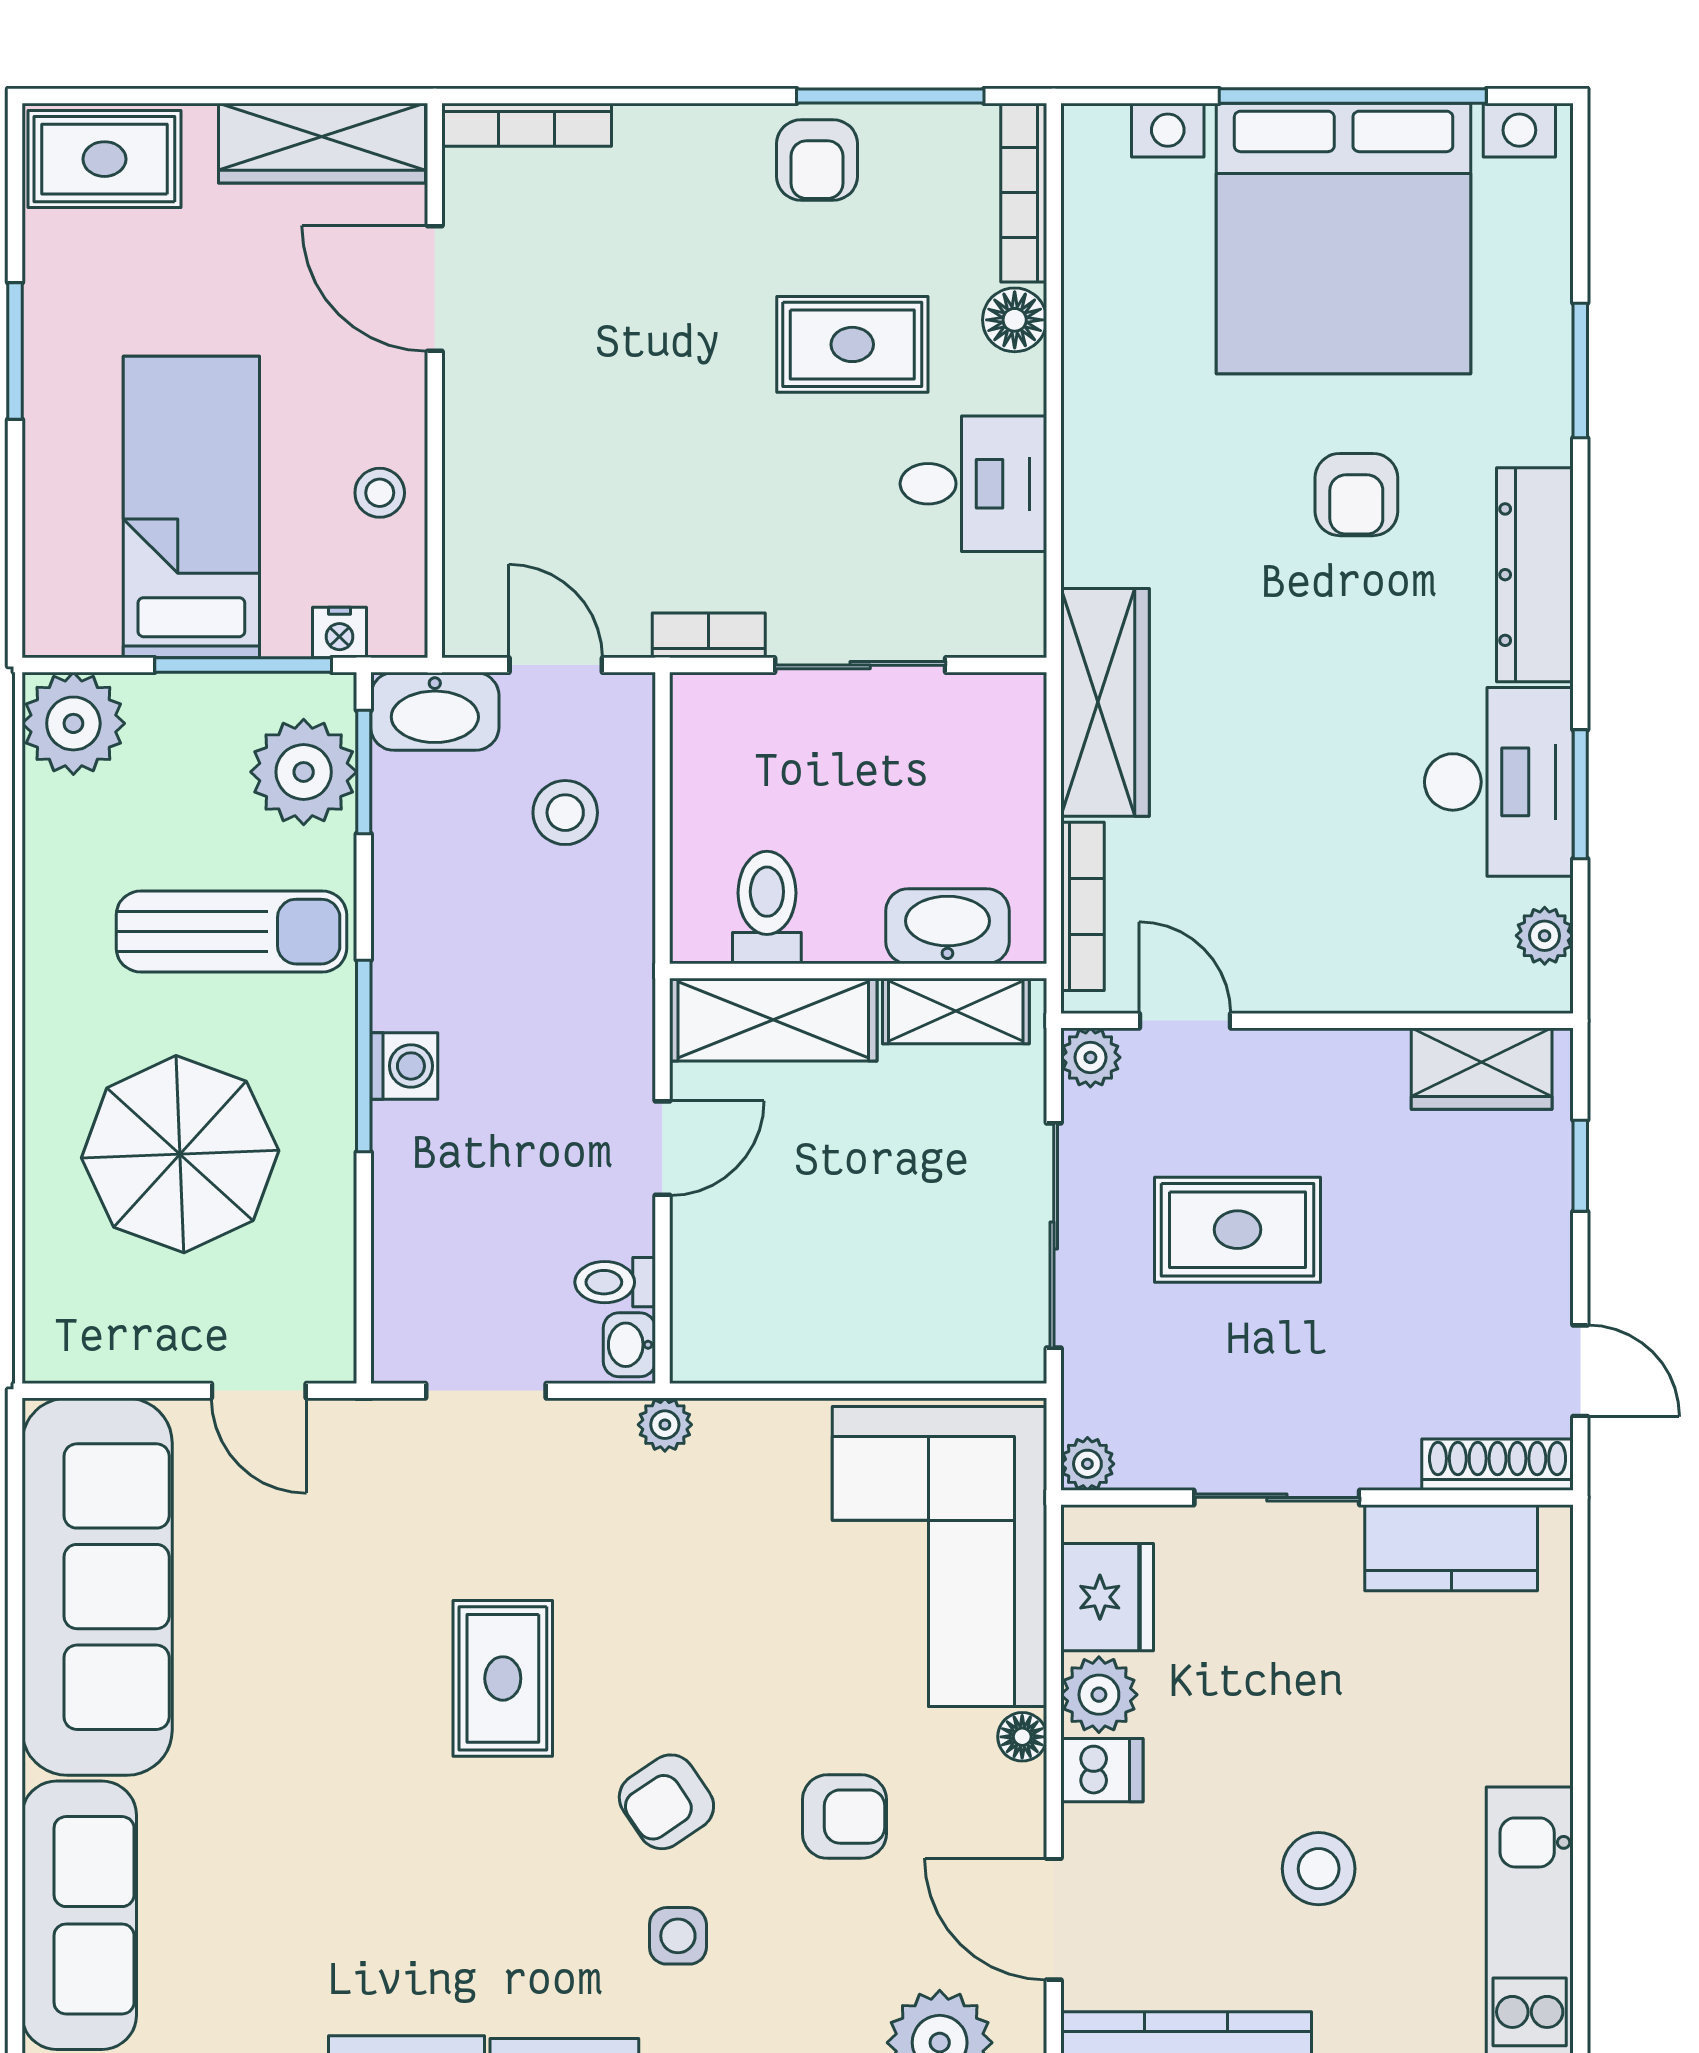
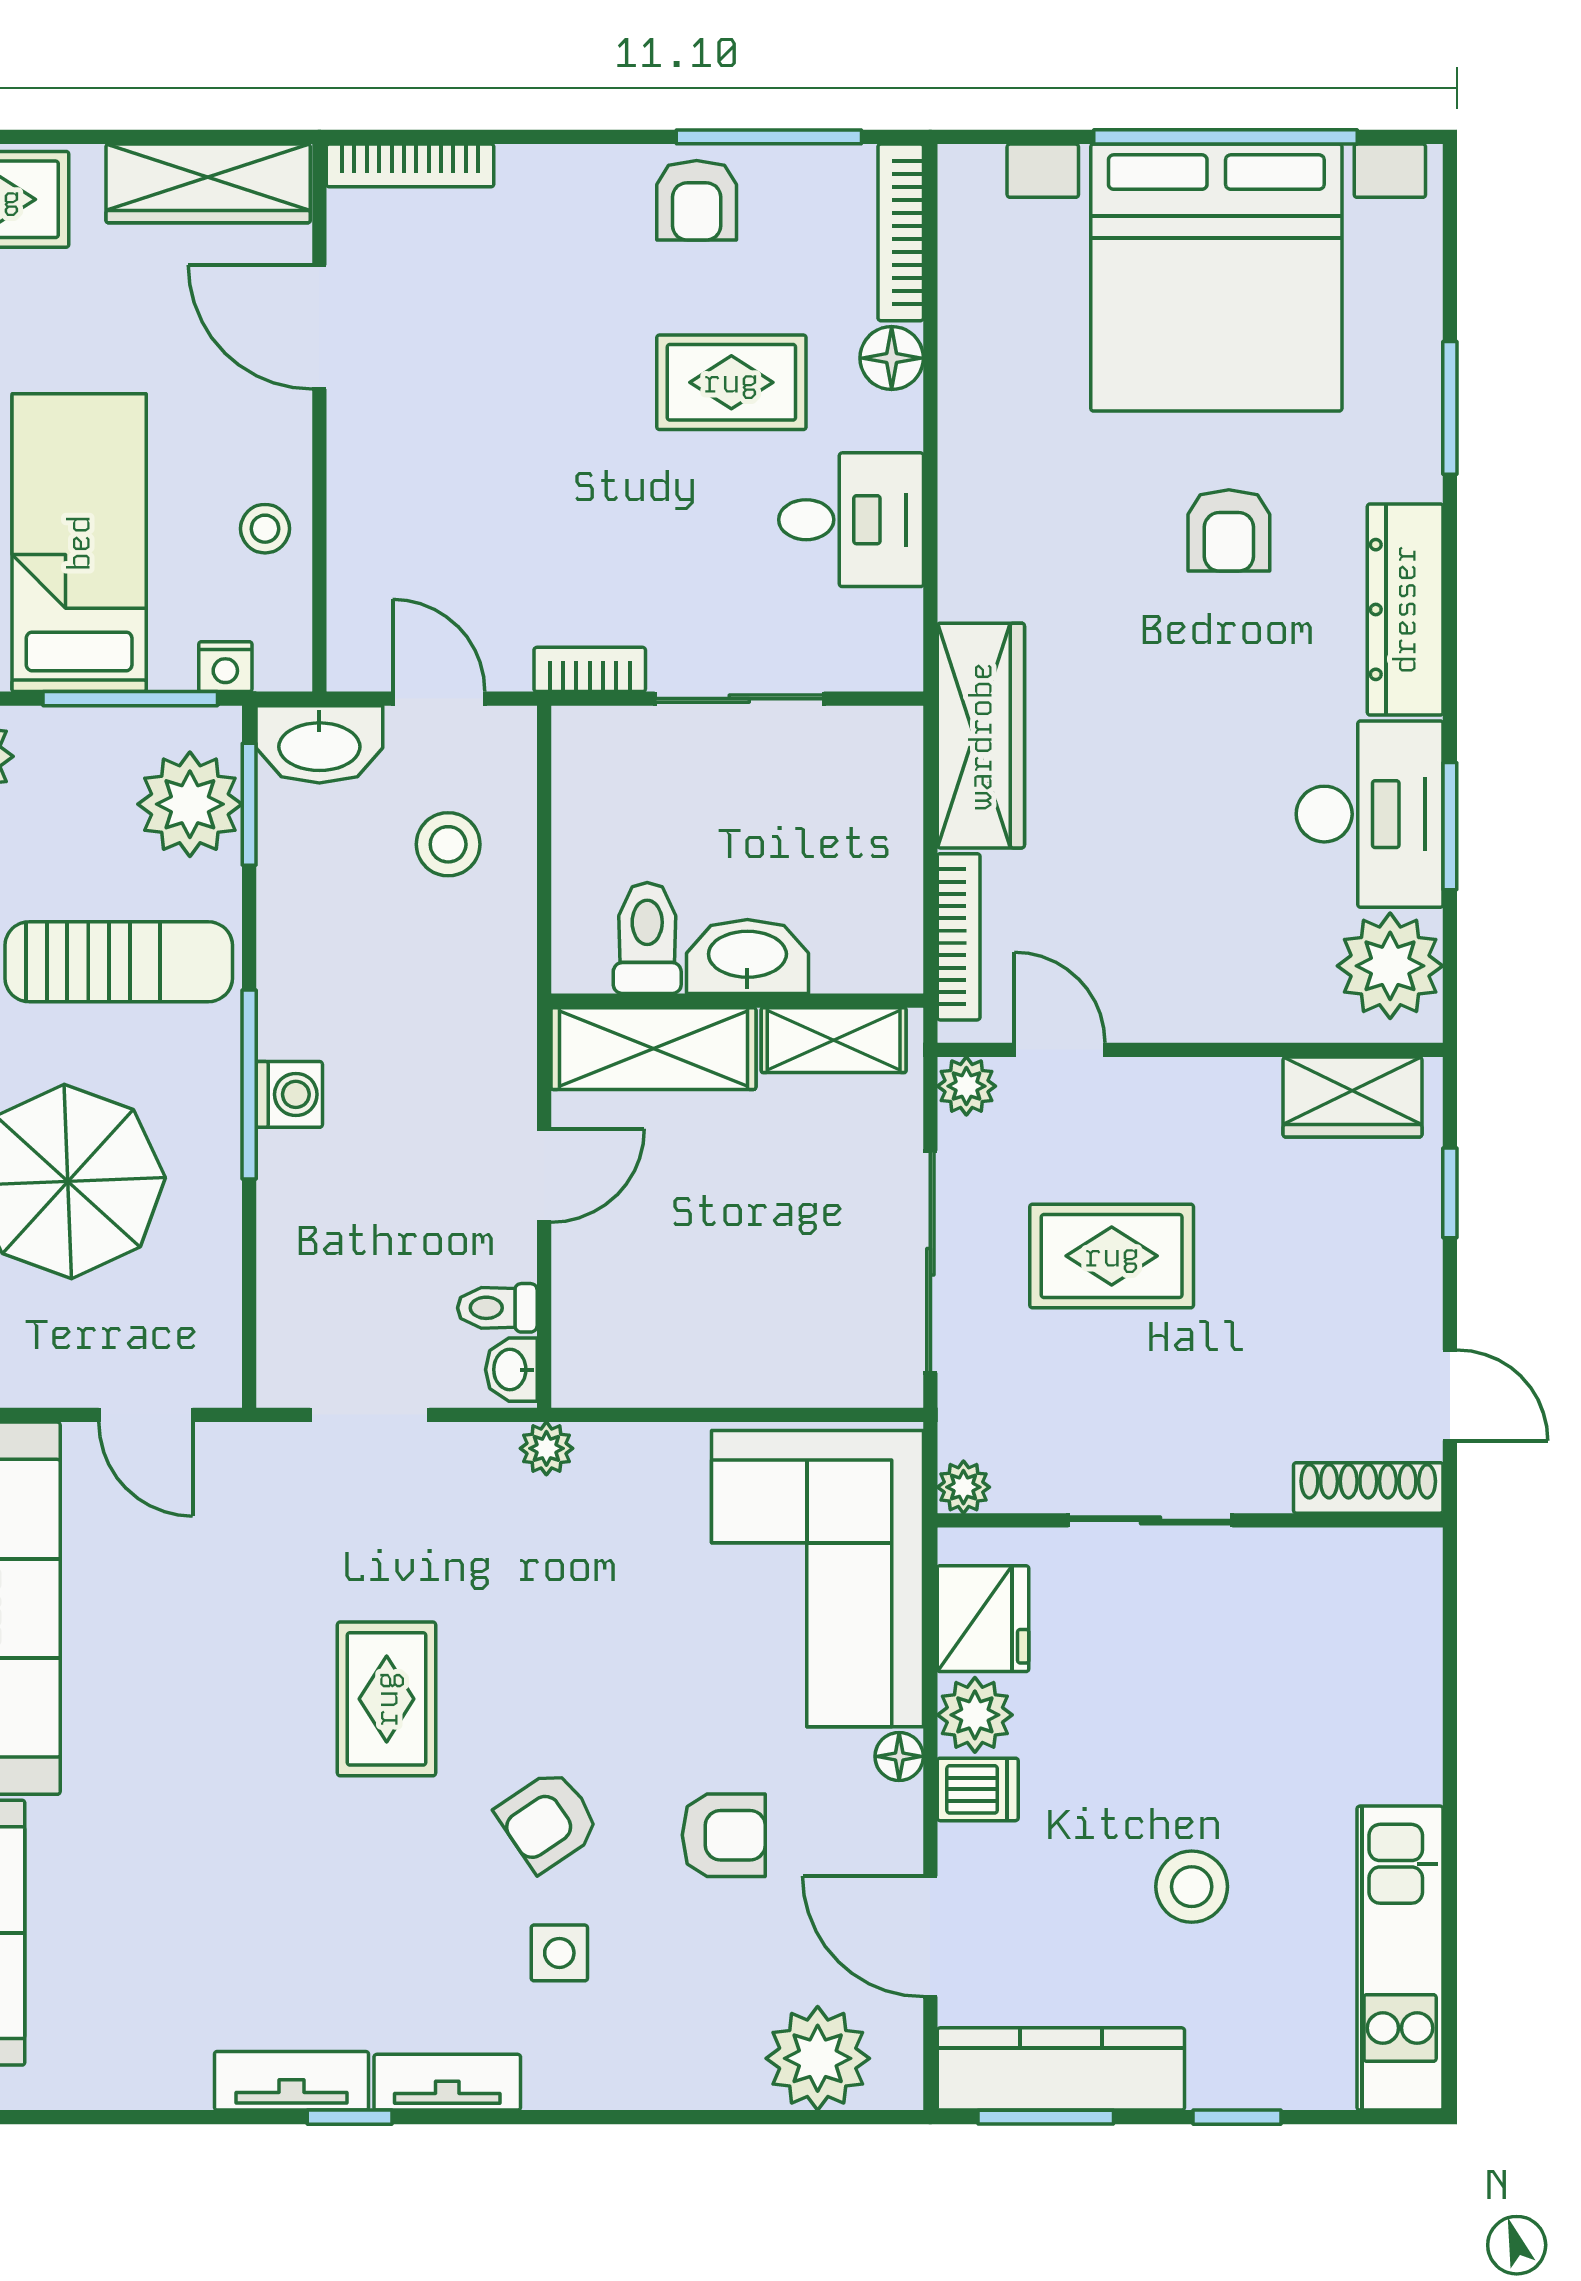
washbasin: (947, 926) -> (747, 956), moved
plant: (1545, 936) -> (1390, 966), width x1.87, depth x1.87
kitchen counter: (1451, 1548) -> (1322, 1570), removed

